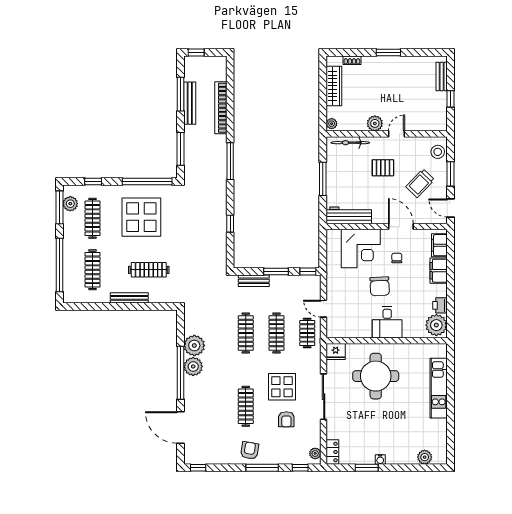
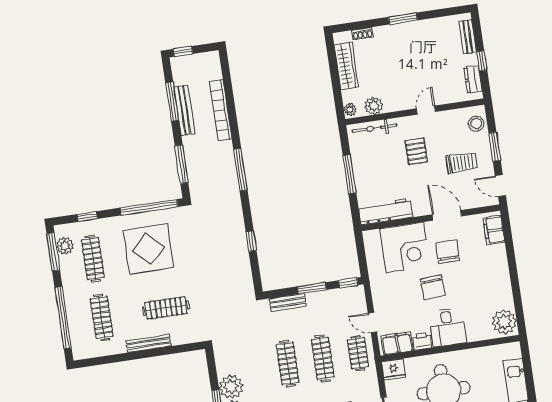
dresser: (441, 113) -> (473, 79), added
plant: (375, 123) -> (374, 106), moved
pallet: (383, 168) -> (416, 151), turned 90
trolley: (420, 183) -> (461, 163), turned -134
chair: (397, 258) -> (448, 252), width x1.87, depth x1.87
filing cabinet: (439, 271) -> (397, 343), moved, turned 90
printer: (440, 305) -> (422, 341), moved, turned 90

